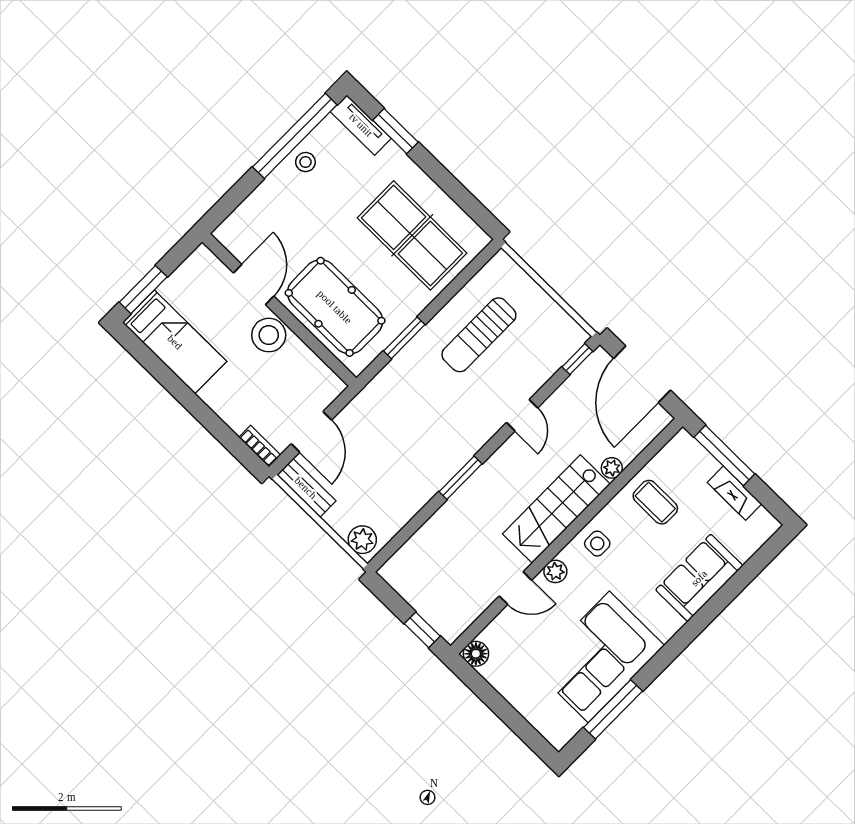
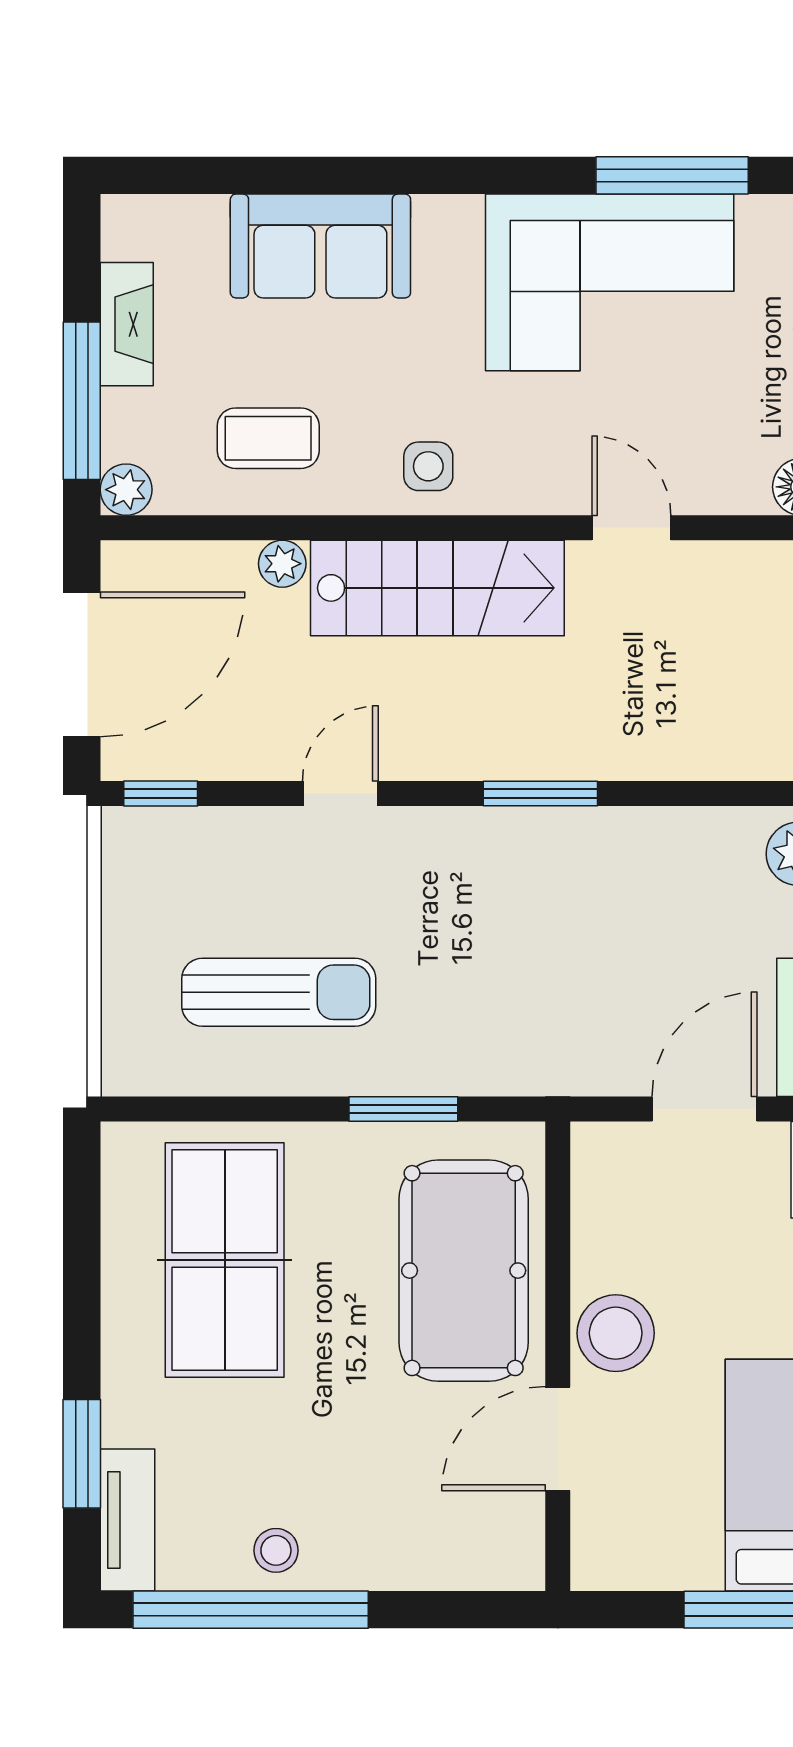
coffee table: (655, 502) -> (268, 438), turned 90
plant: (555, 571) -> (126, 490), moved

